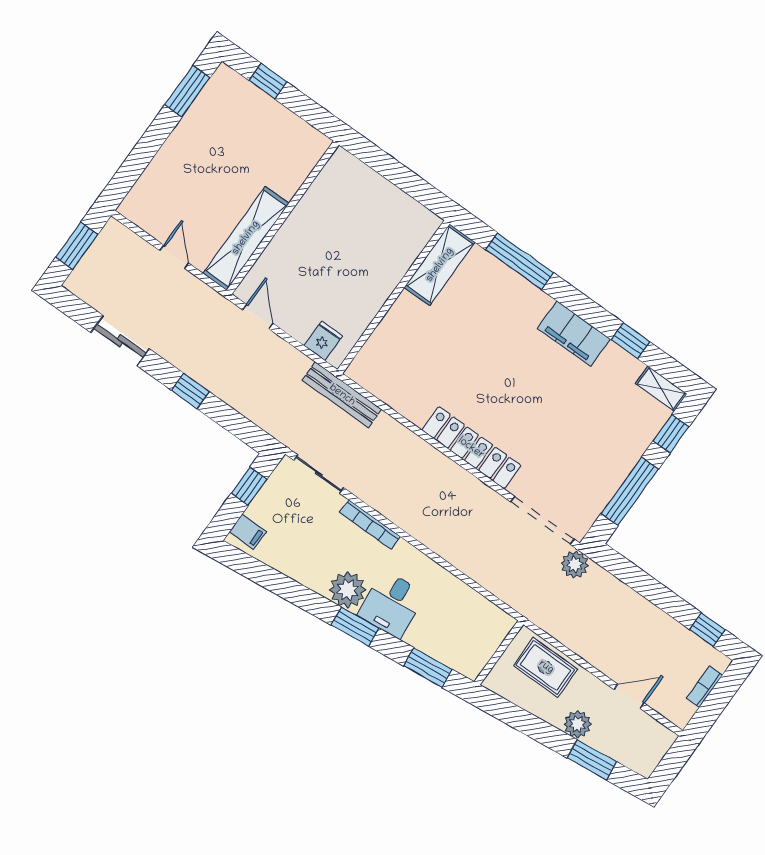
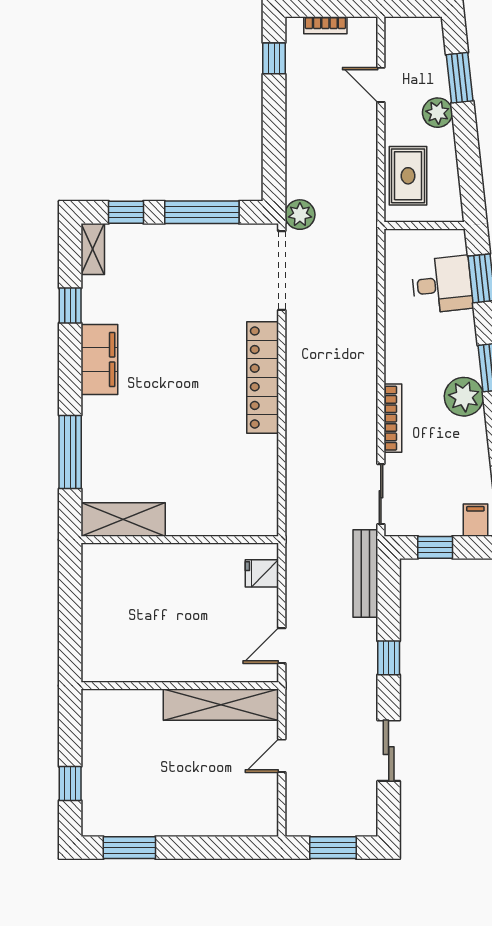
bench: (342, 395) -> (365, 573), moved
desk: (391, 604) -> (442, 285), moved

